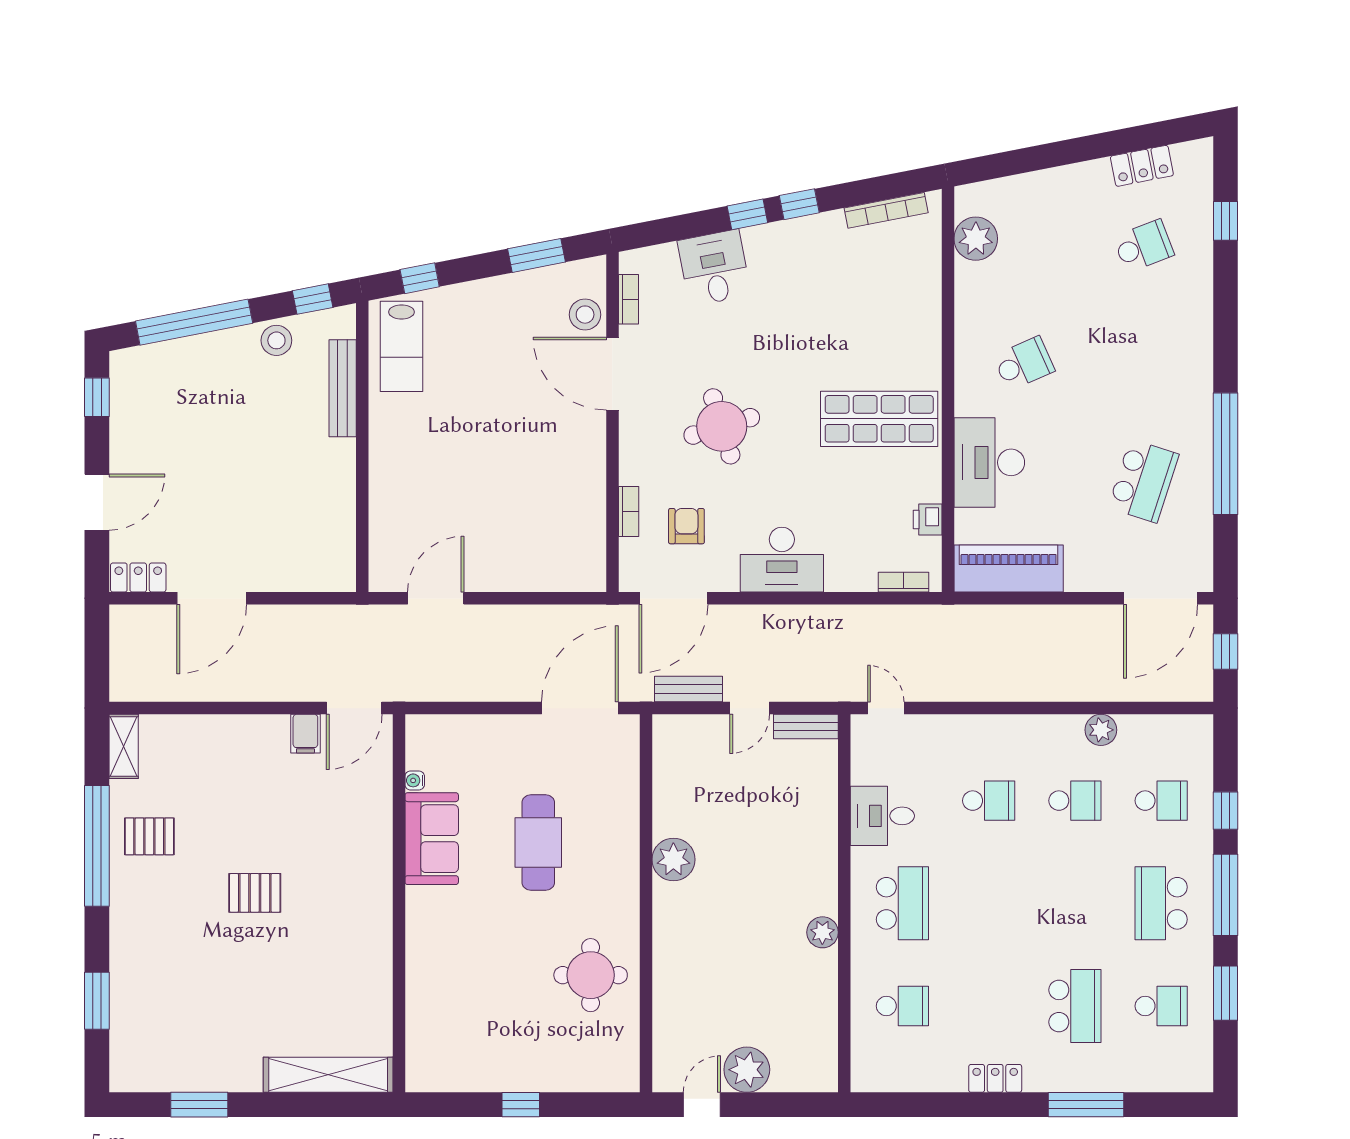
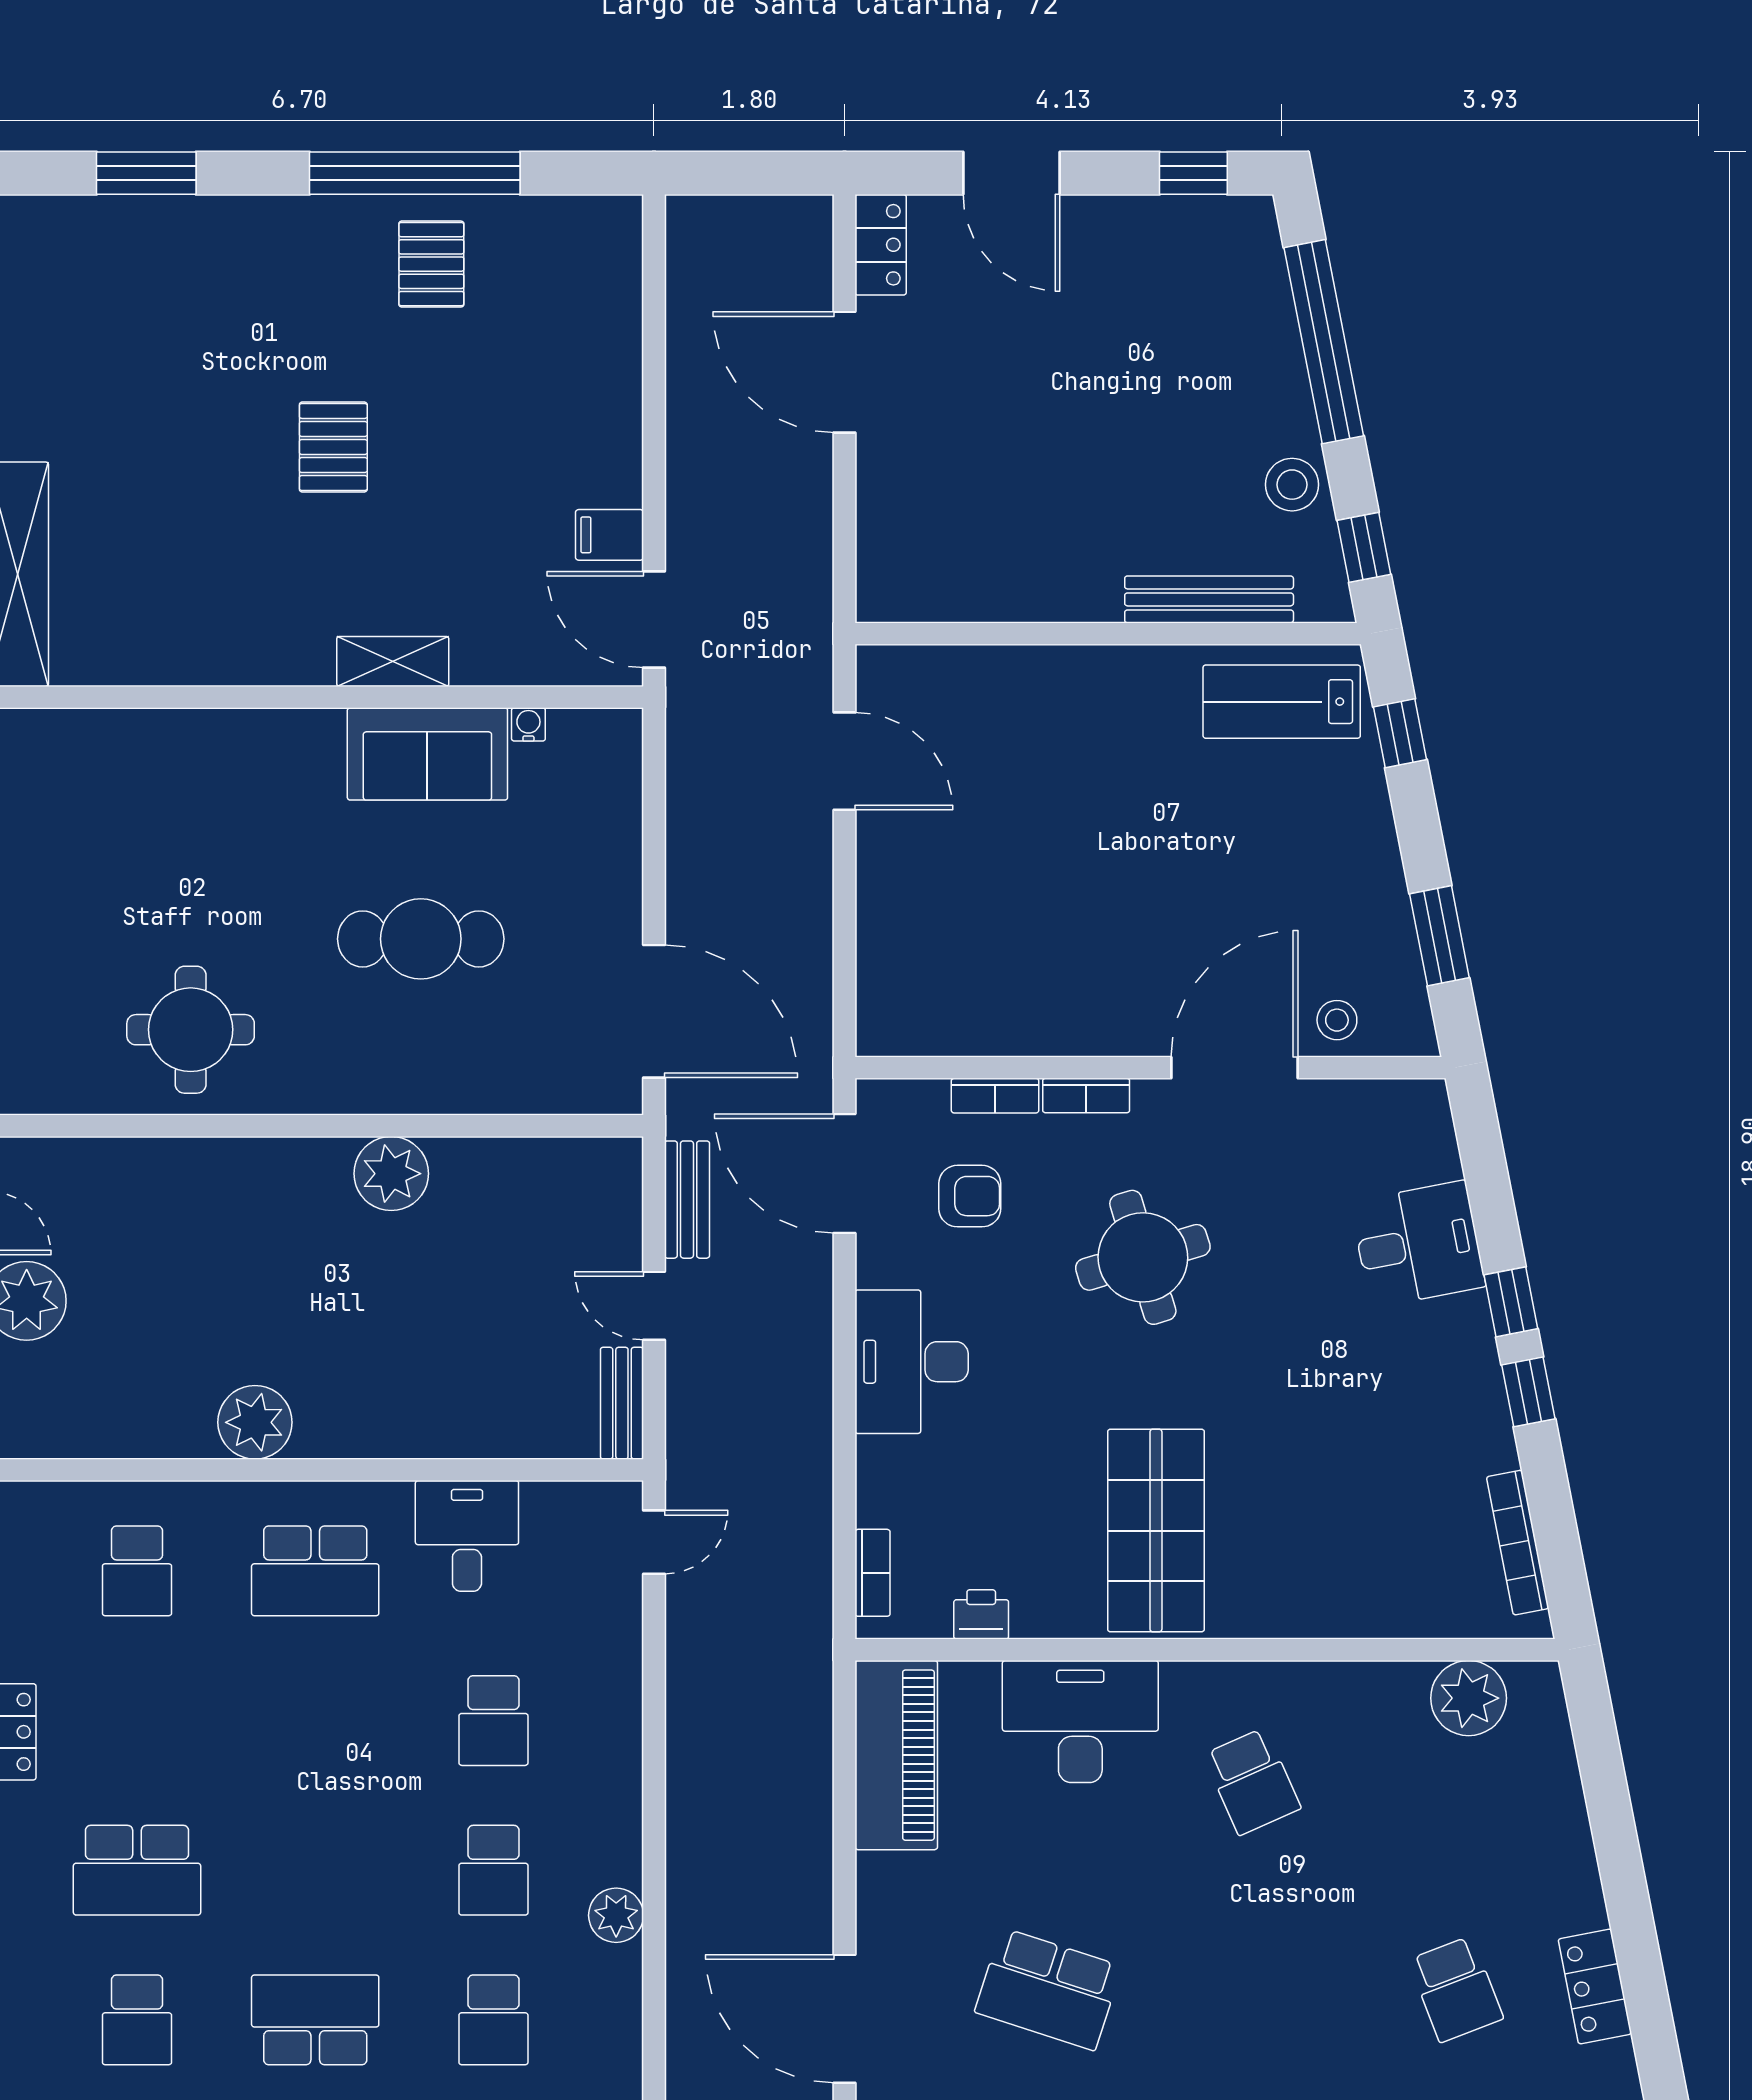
bookcase: (628, 299) -> (1086, 1096), moved
stool: (585, 315) -> (1337, 1020), width x0.73, depth x0.73
shelving: (124, 746) -> (393, 661), moved
plant: (822, 932) -> (255, 1422), width x1.36, depth x1.36

